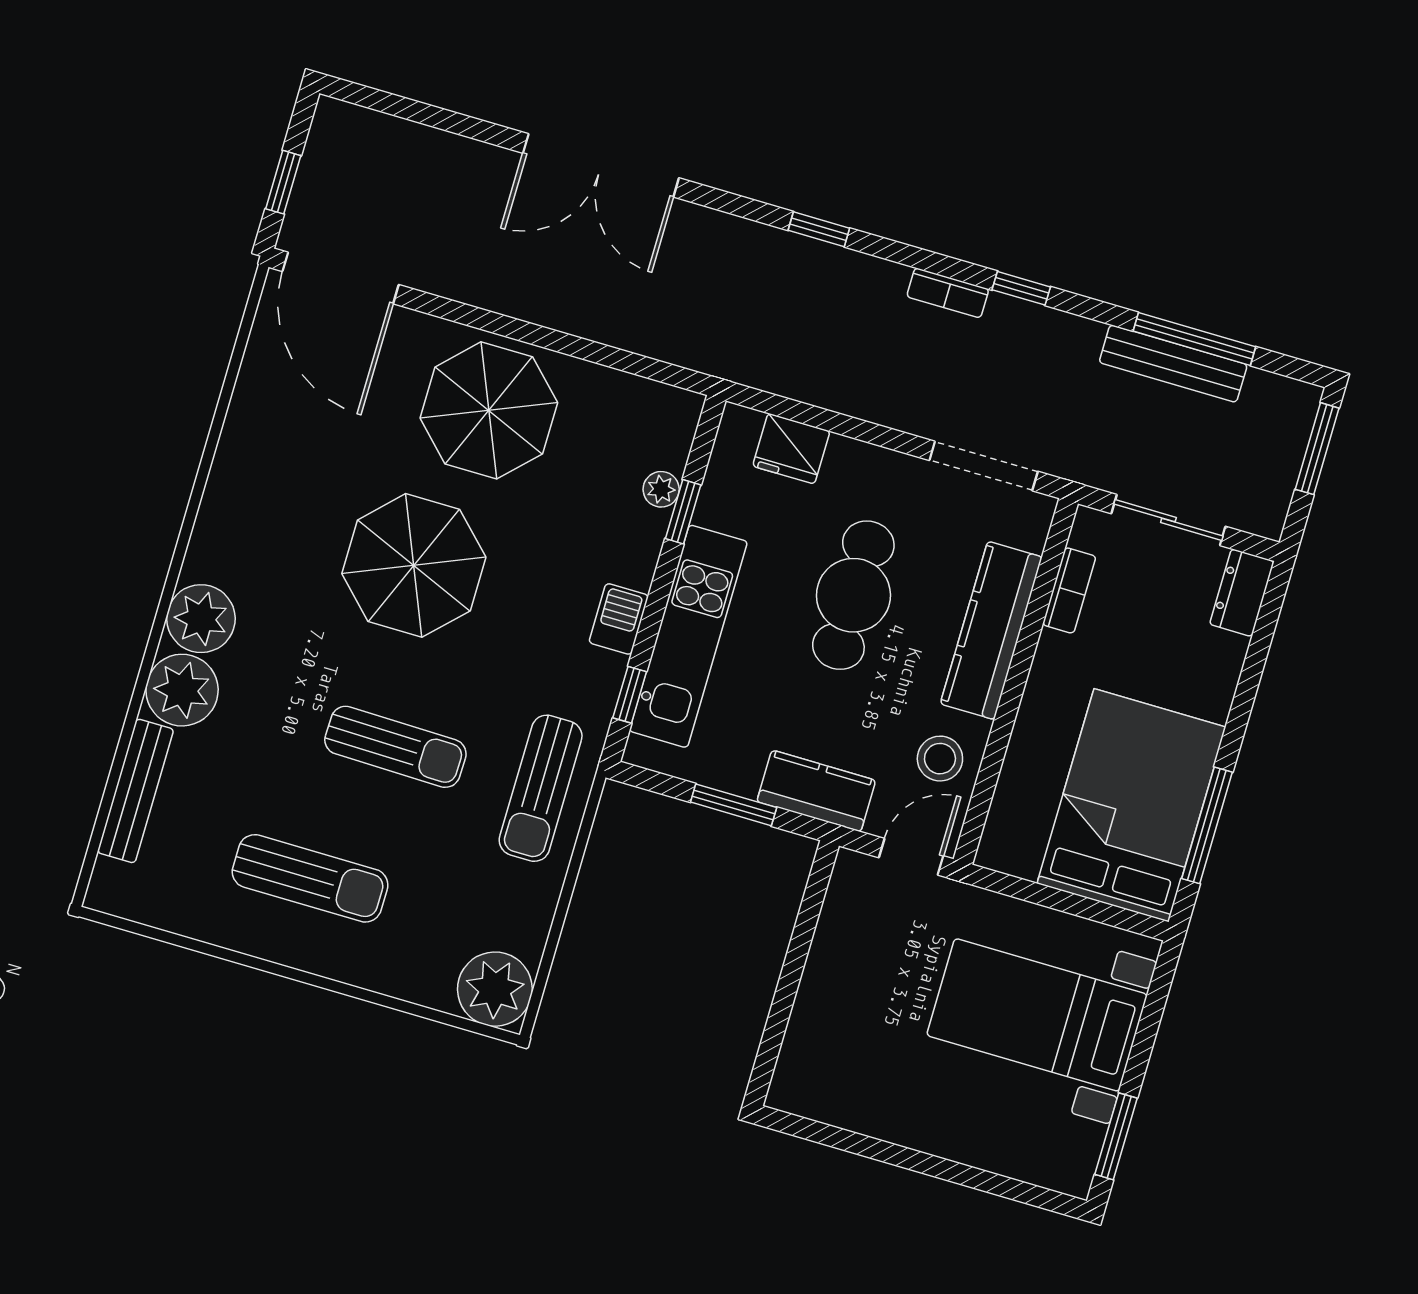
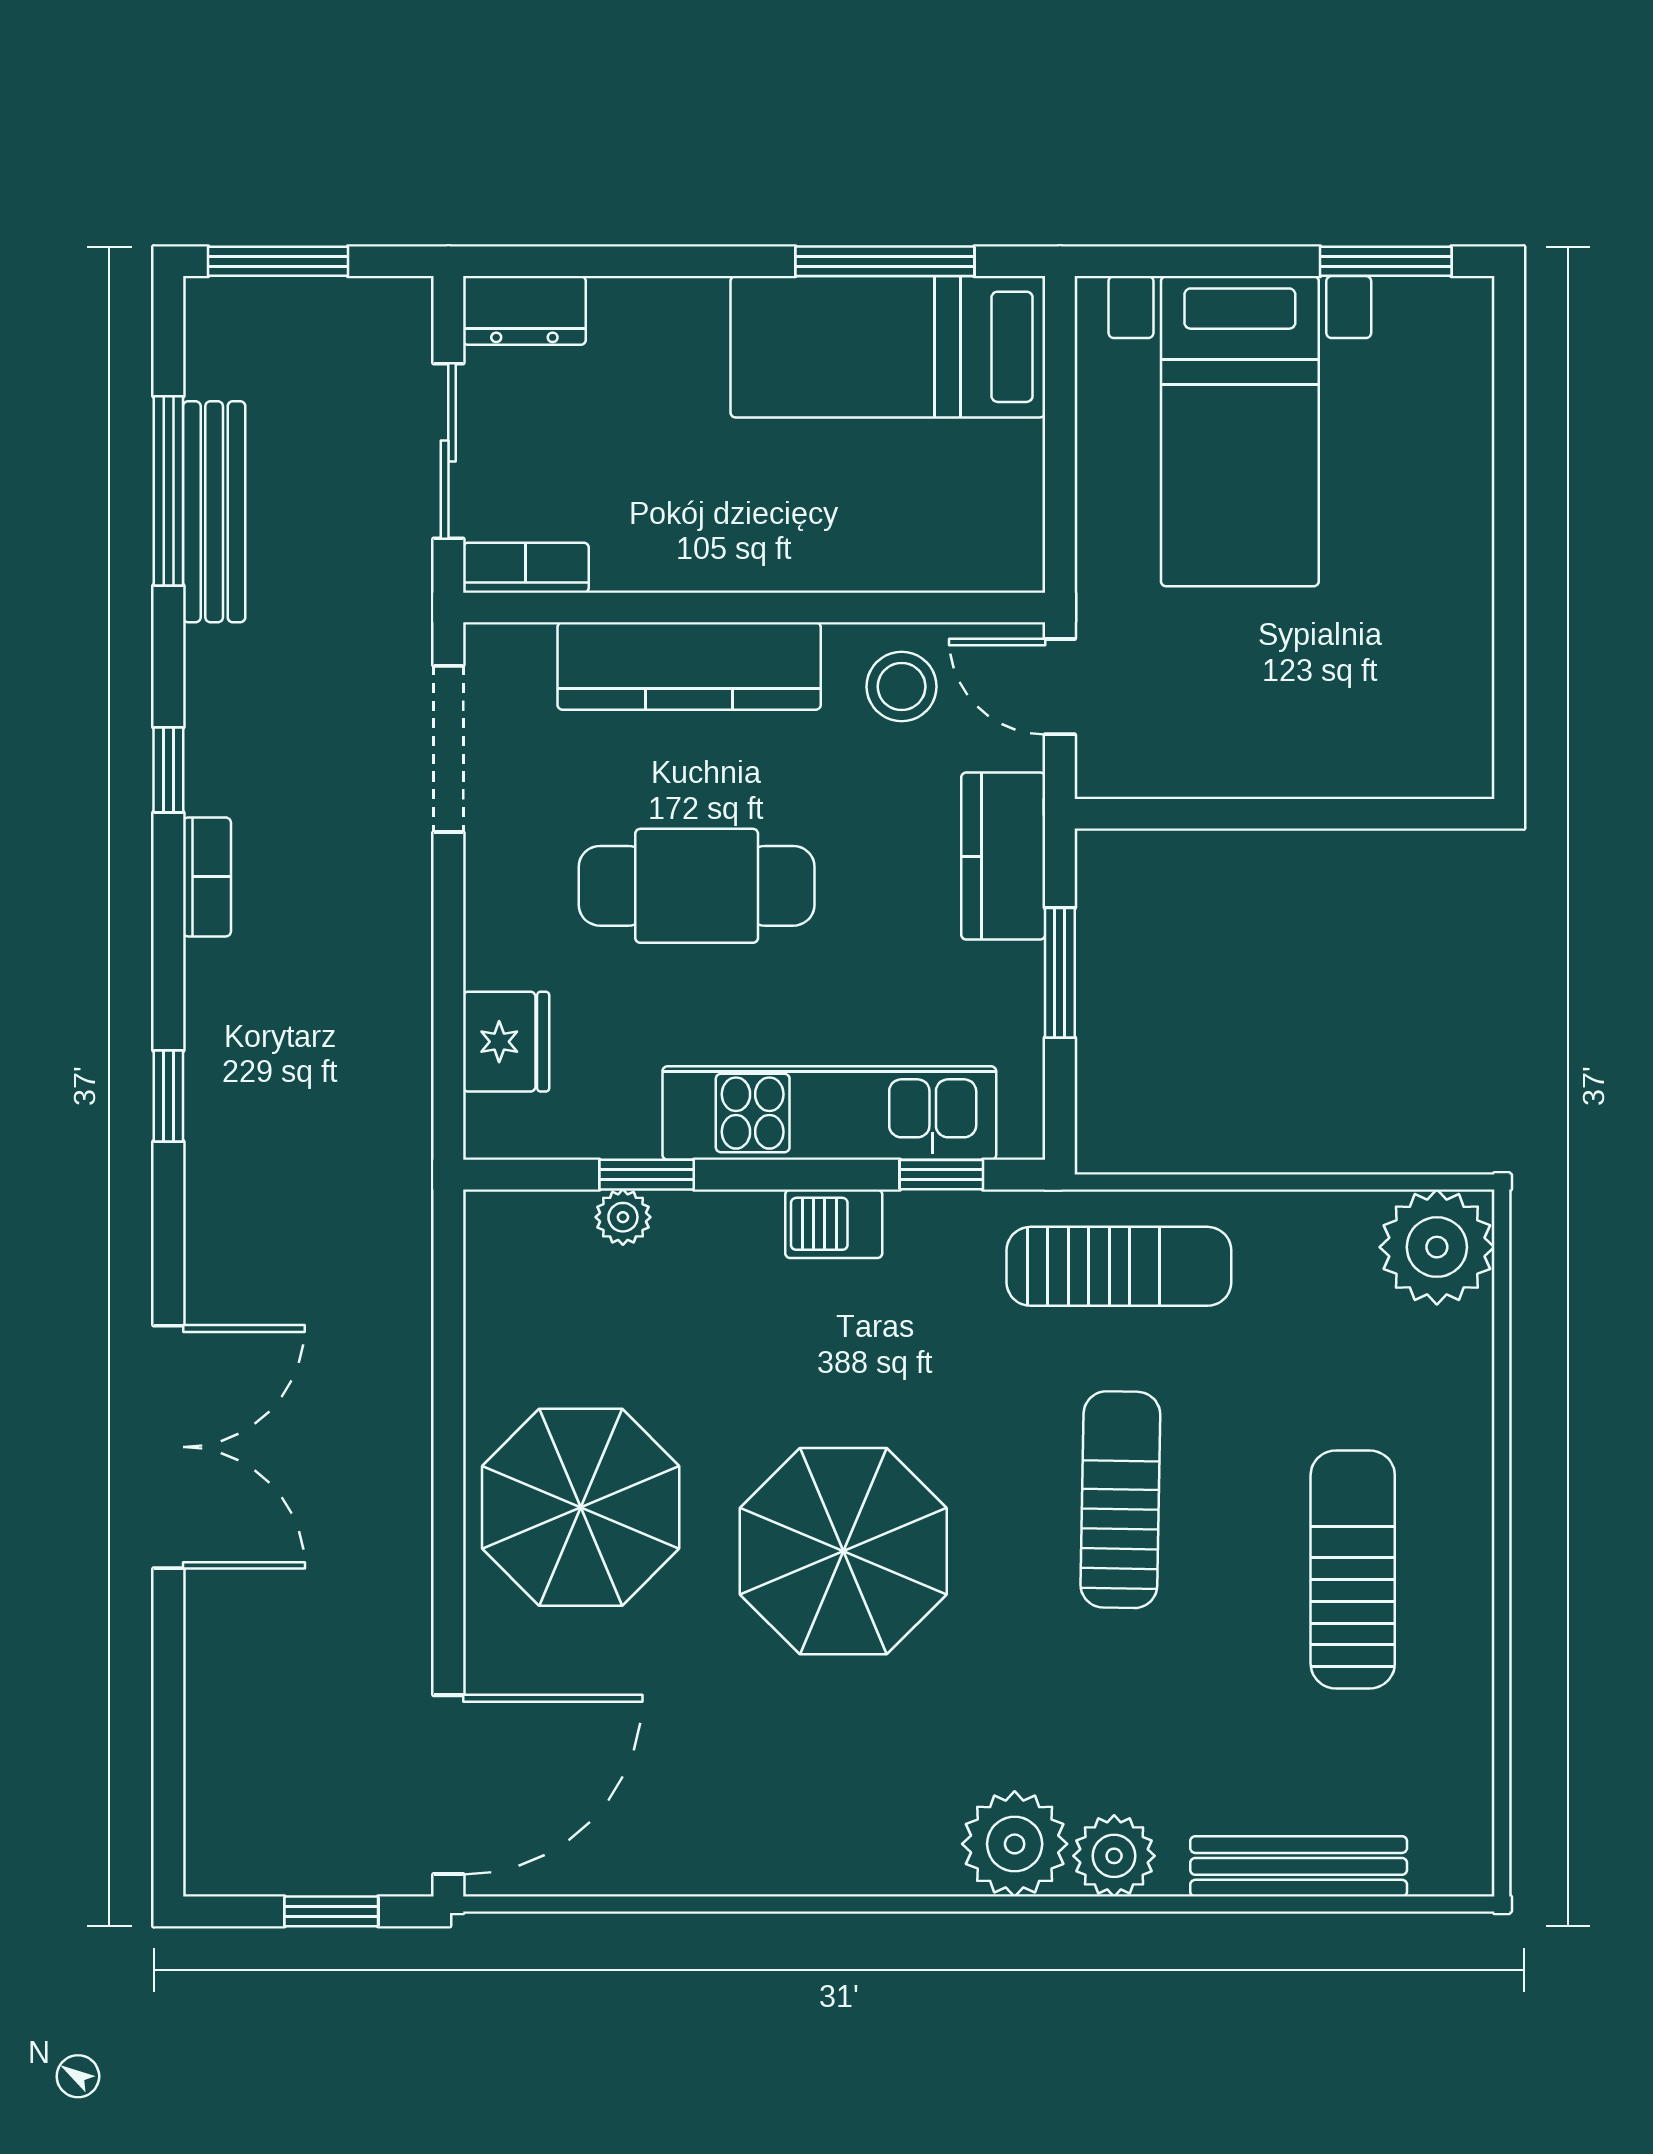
bookcase: (1069, 590) -> (526, 568), moved
plant: (182, 690) -> (1114, 1856), width x0.73, depth x0.73
bed: (1131, 805) -> (888, 347), width x0.67

